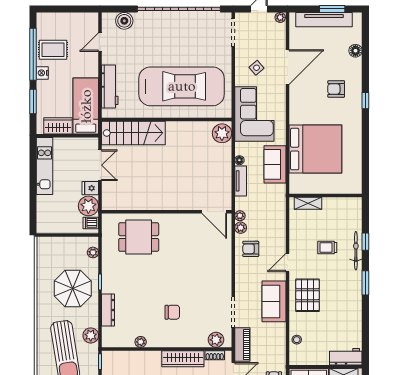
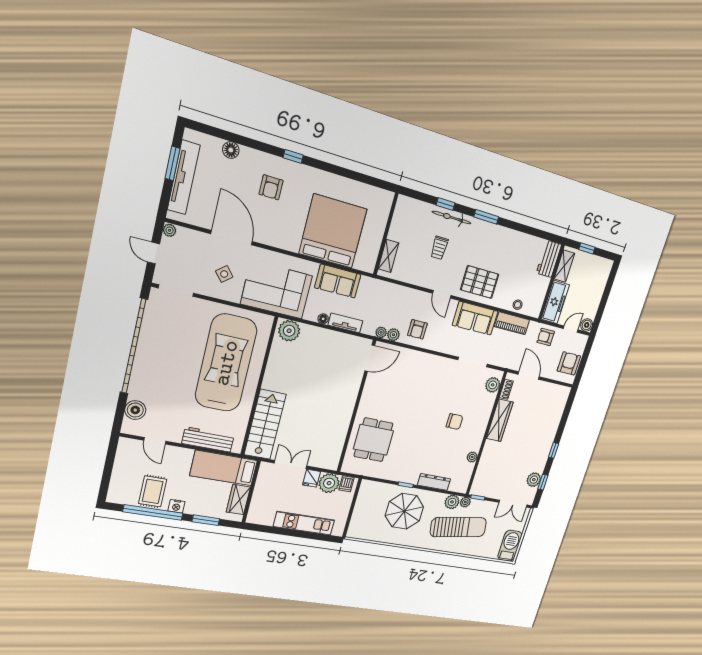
kitchen unit: (44, 166) -> (304, 523), moved
plant: (93, 252) -> (465, 502), moved
chair: (172, 312) -> (455, 422), turned 90
piano: (242, 344) -> (512, 323), moved, turned 180

